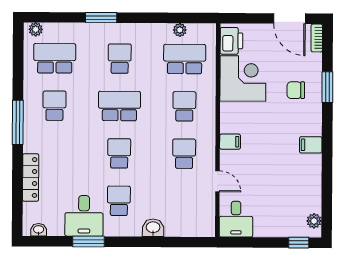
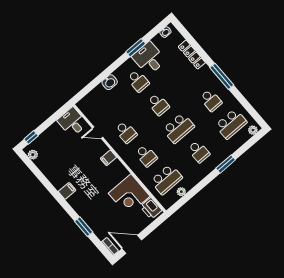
chair: (296, 90) -> (98, 212), removed

